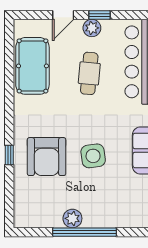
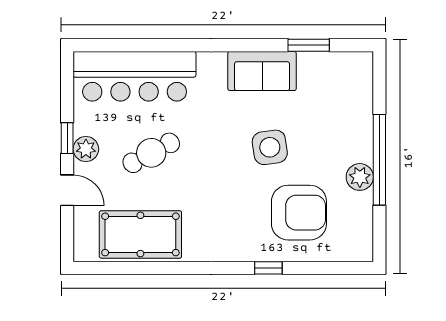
cafe table: (89, 73) -> (151, 153), turned -33
armchair: (47, 157) -> (299, 213), moved

